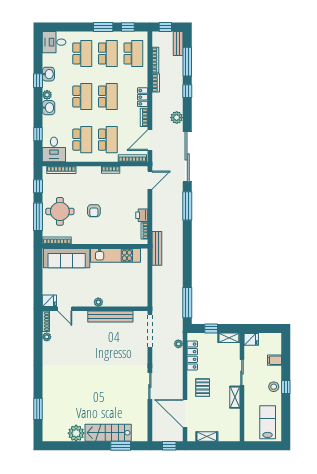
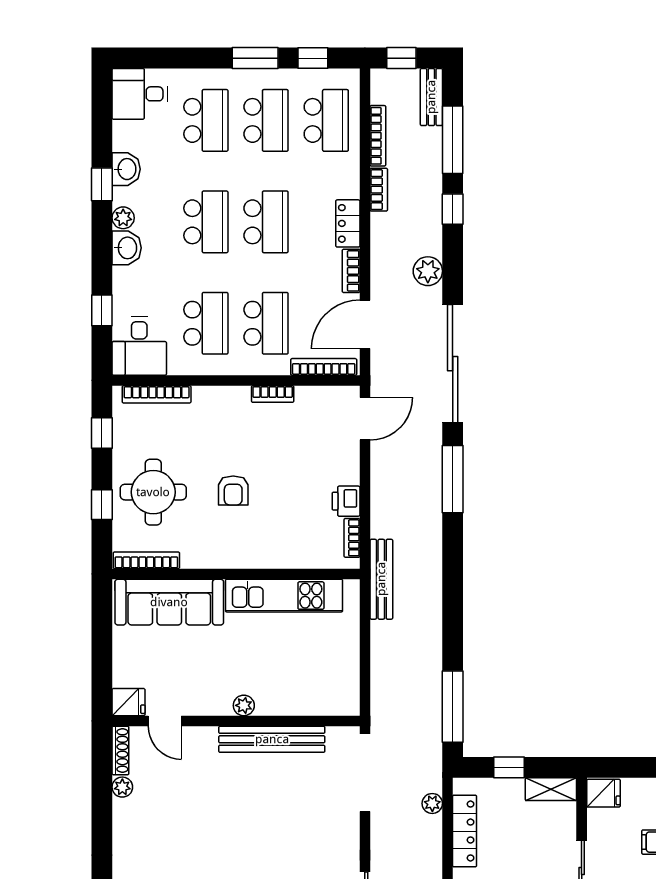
window: (38, 217) -> (102, 505), width x0.46

